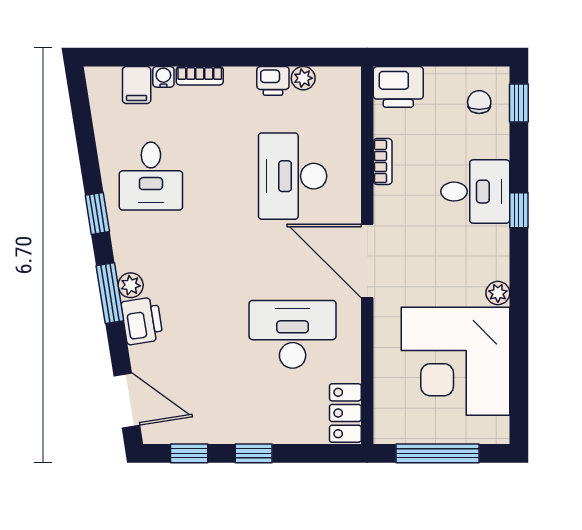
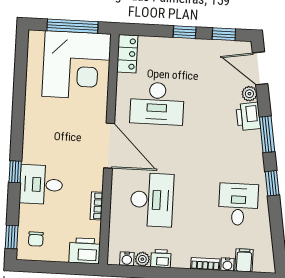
water cooler: (329, 78) -> (127, 259), added
plant: (131, 285) -> (249, 94), moved
plant: (498, 293) -> (31, 122), removed
corner desk: (456, 361) -> (77, 65), moved, turned 90

